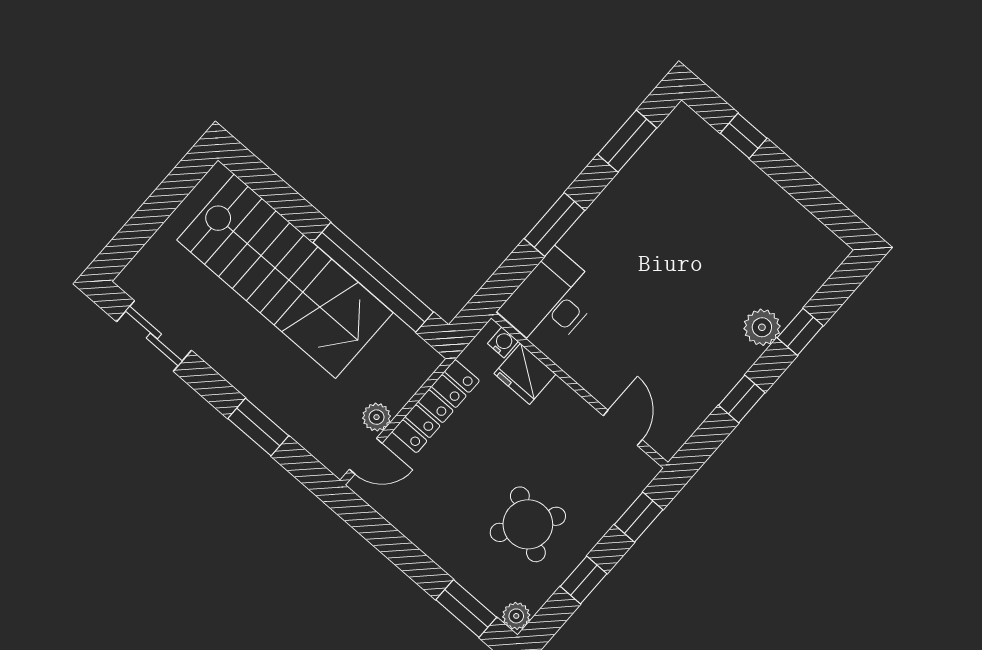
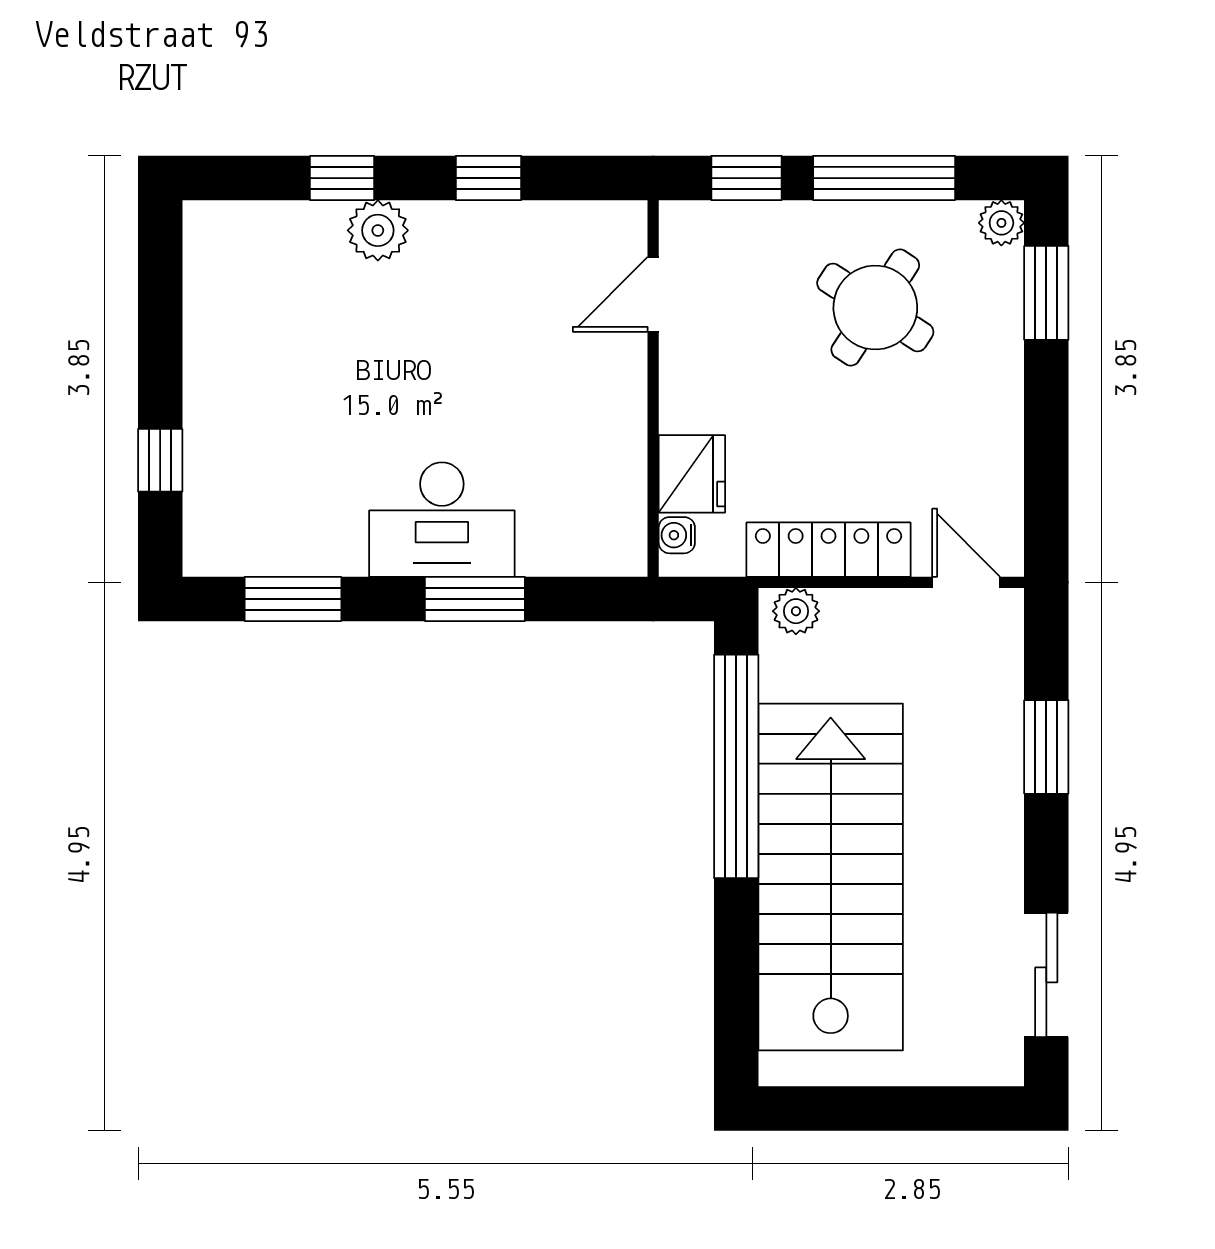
desk: (552, 301) -> (442, 520), moved
plant: (377, 417) -> (796, 611), moved
window: (584, 580) -> (884, 178), width x2.17

